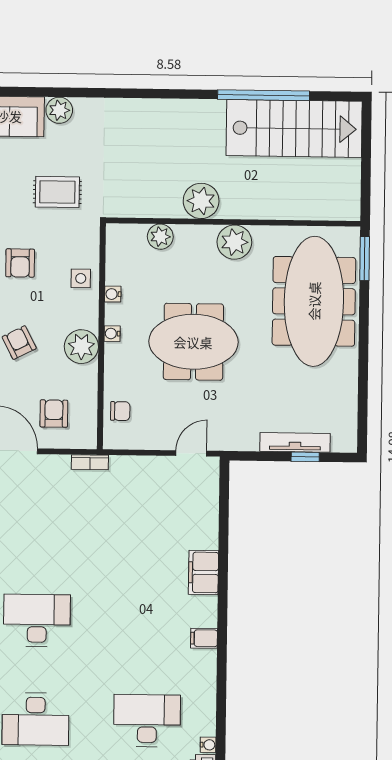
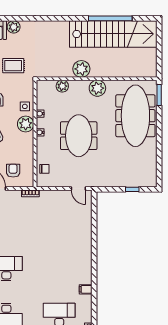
stairs: (294, 128) -> (113, 34), width x1.36
meeting table: (193, 342) -> (79, 136), turned 90
plant: (81, 347) -> (26, 124), moved
tv unit: (295, 442) -> (127, 183), removed
door: (191, 453) -> (78, 189), swing flipped
filing cabinet: (203, 572) -> (85, 245), removed
filing cabinet: (204, 638) -> (86, 289), moved

